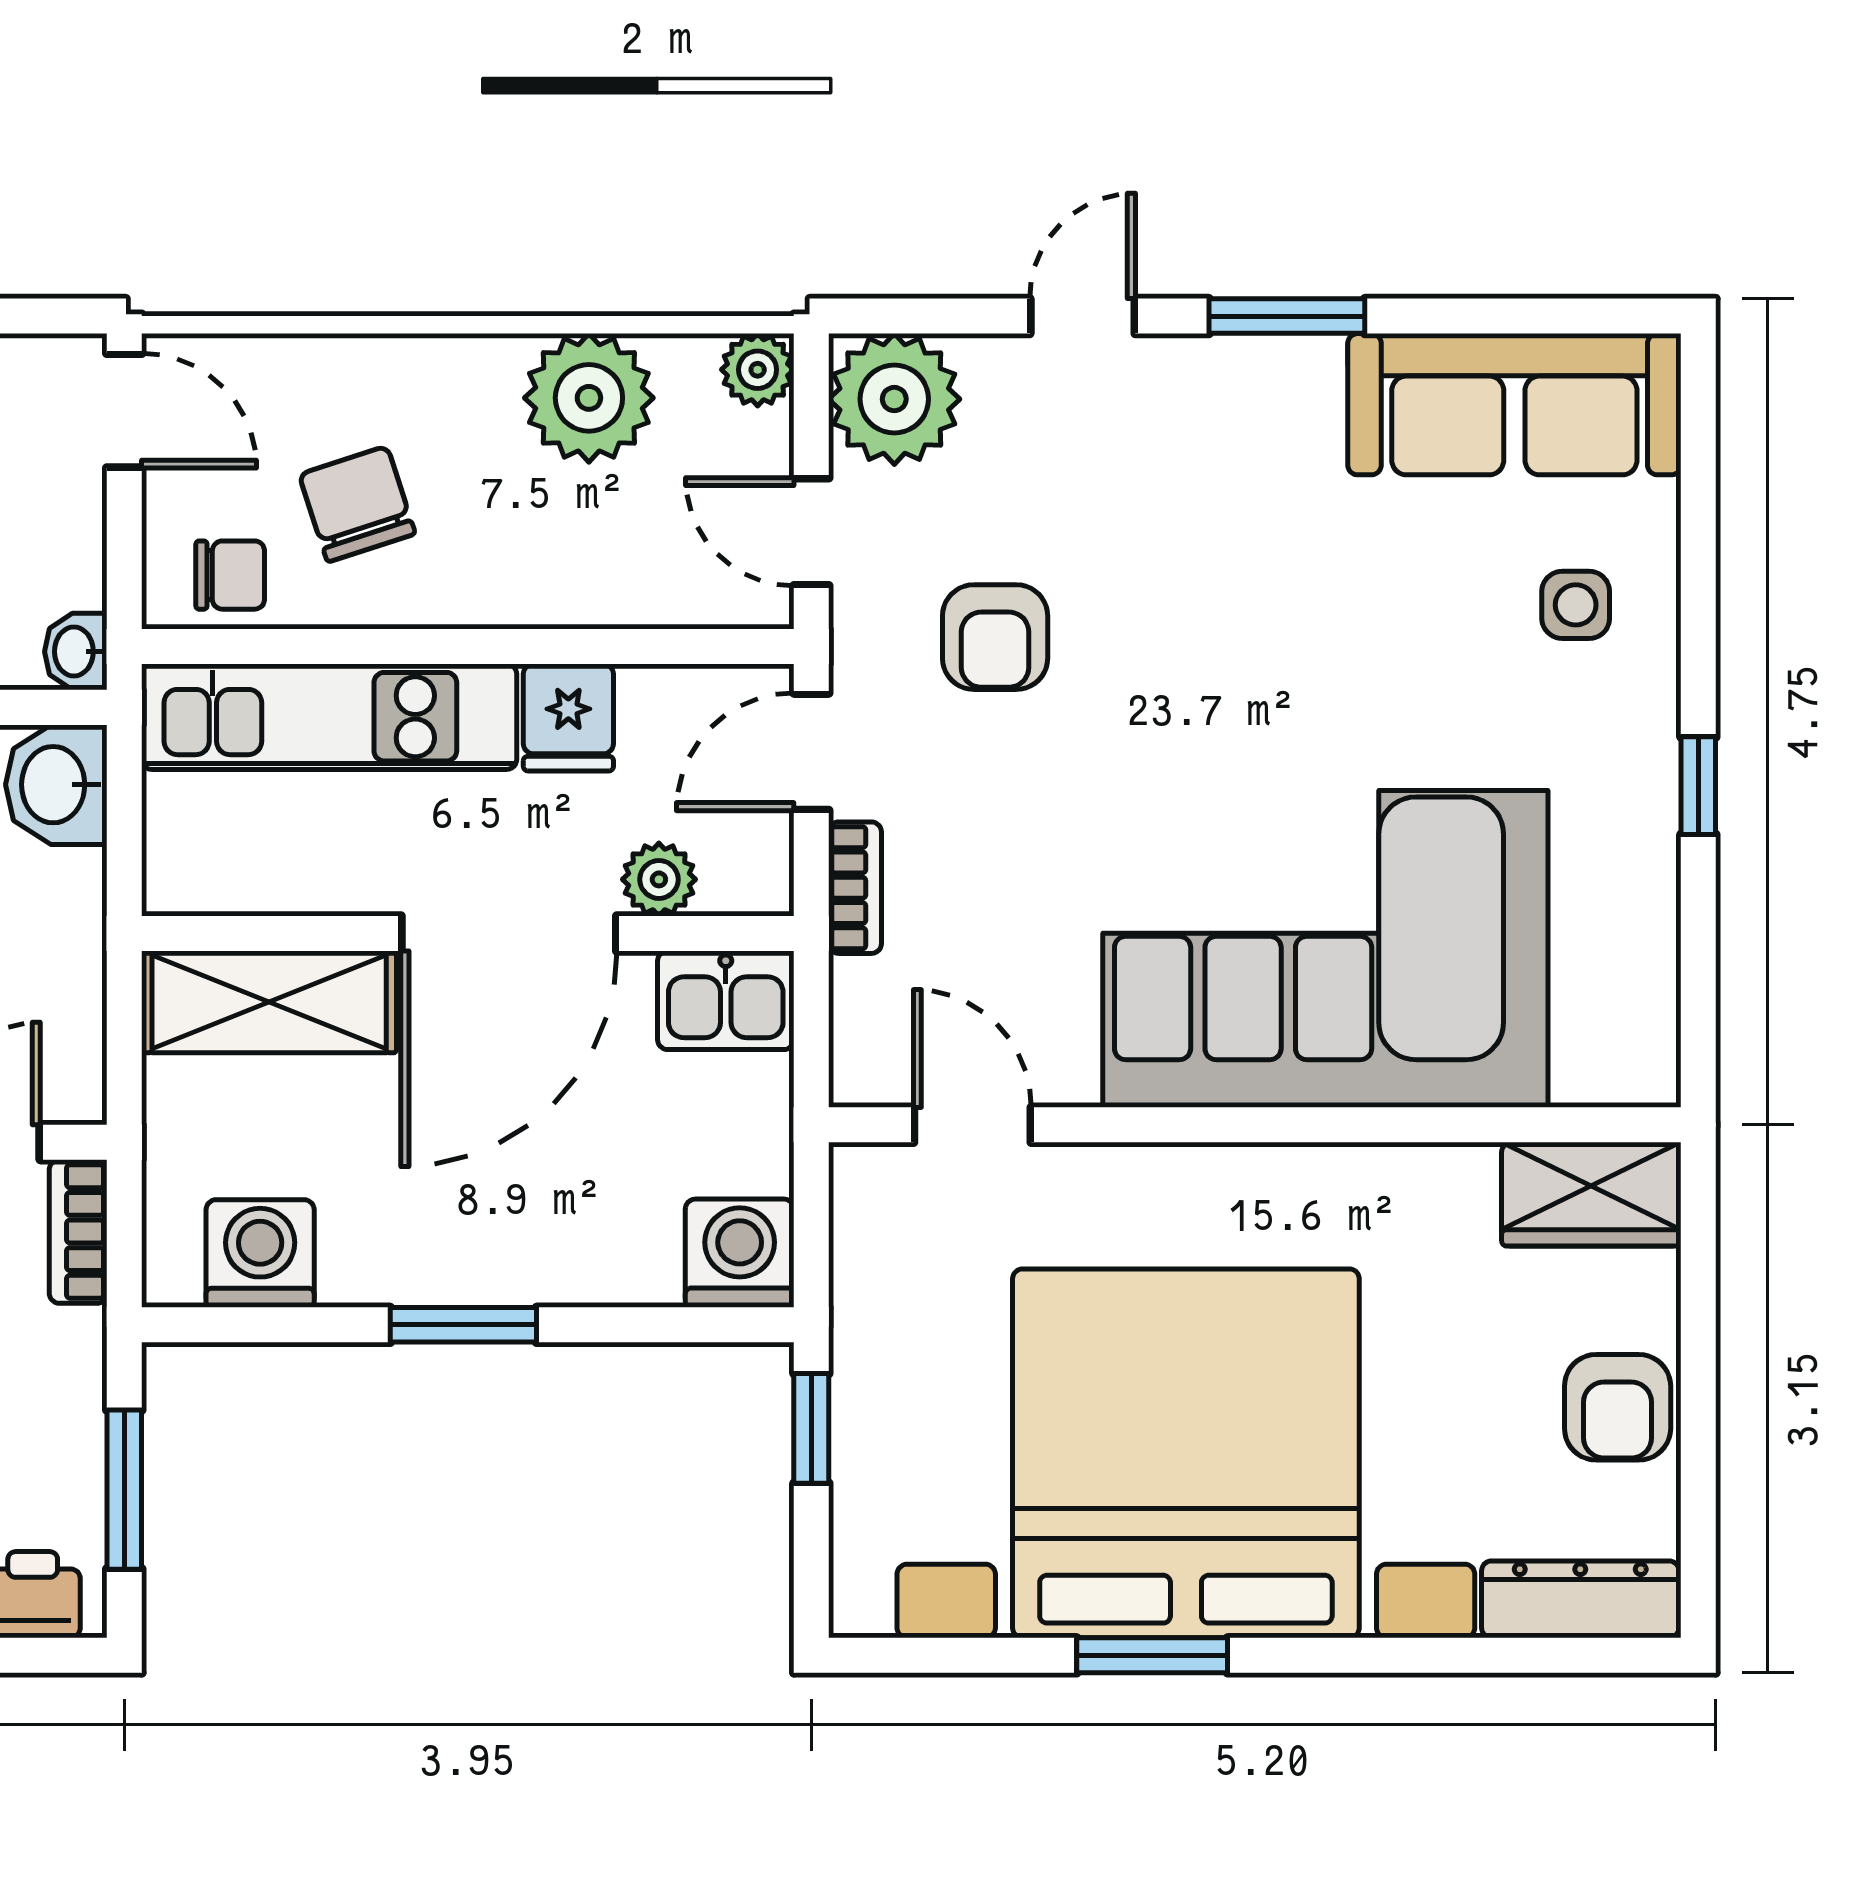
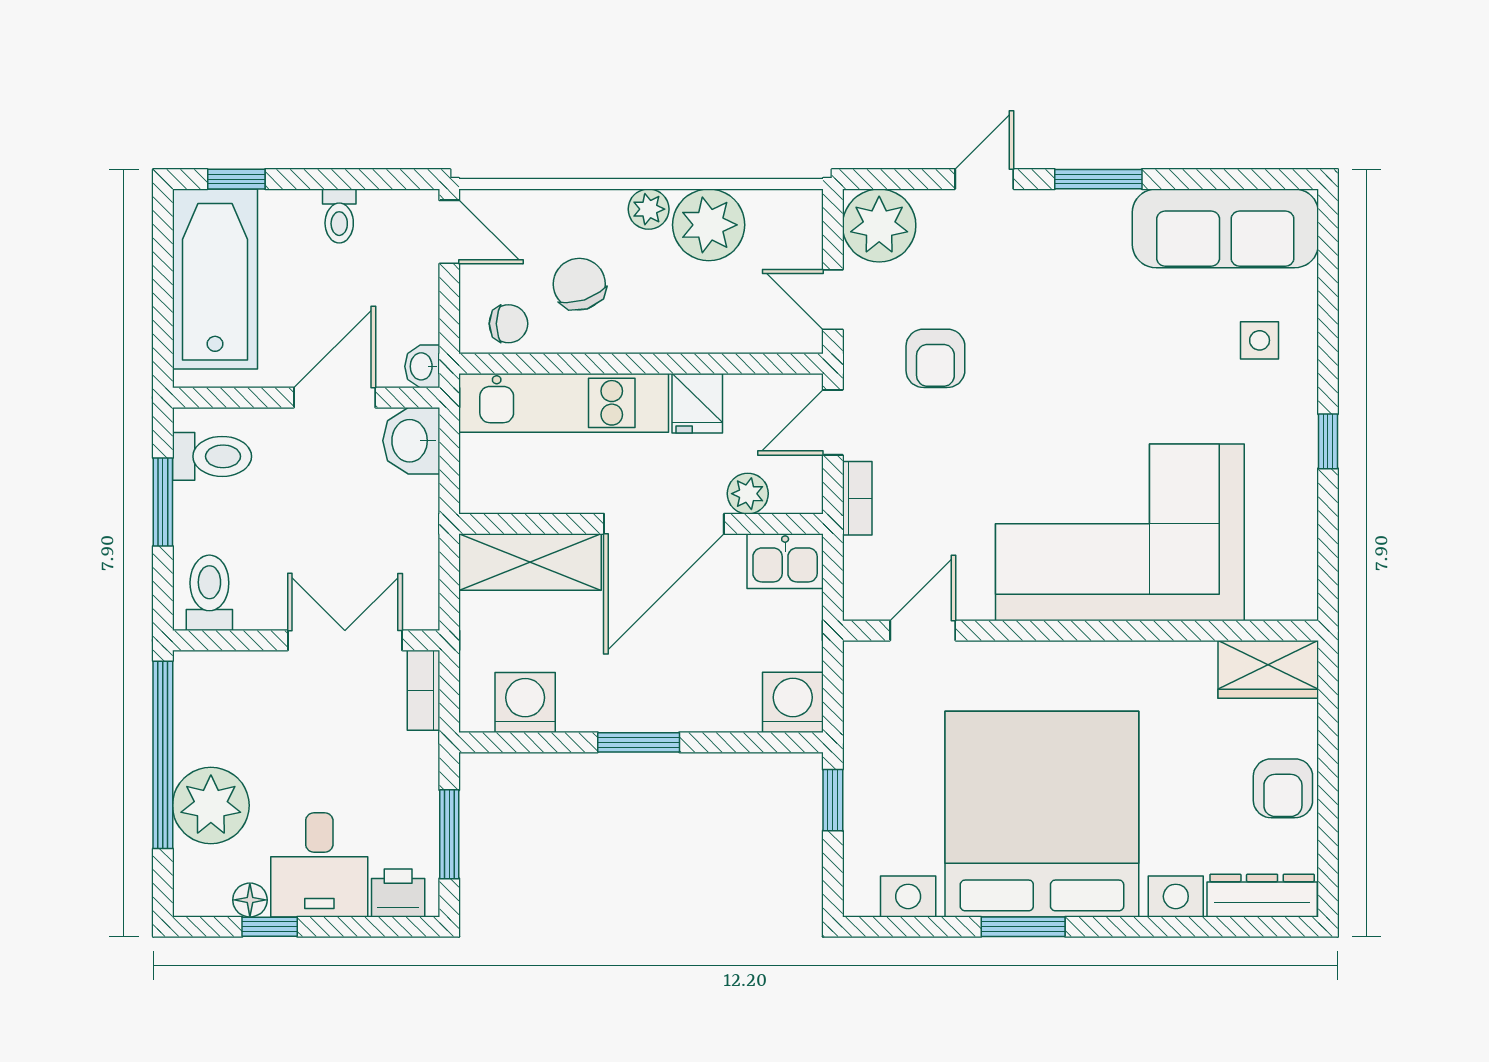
plant: (758, 370) -> (649, 209), moved
door: (972, 1125) -> (923, 631), hinge flipped

